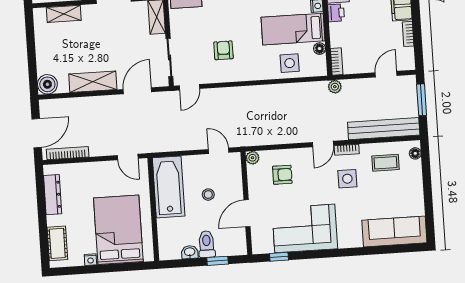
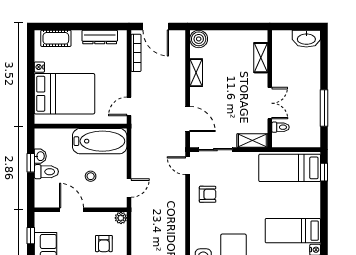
armchair: (223, 50) -> (208, 194), moved
shelving: (93, 82) -> (196, 73), width x0.67, depth x0.75
window: (218, 261) -> (31, 163), moved

